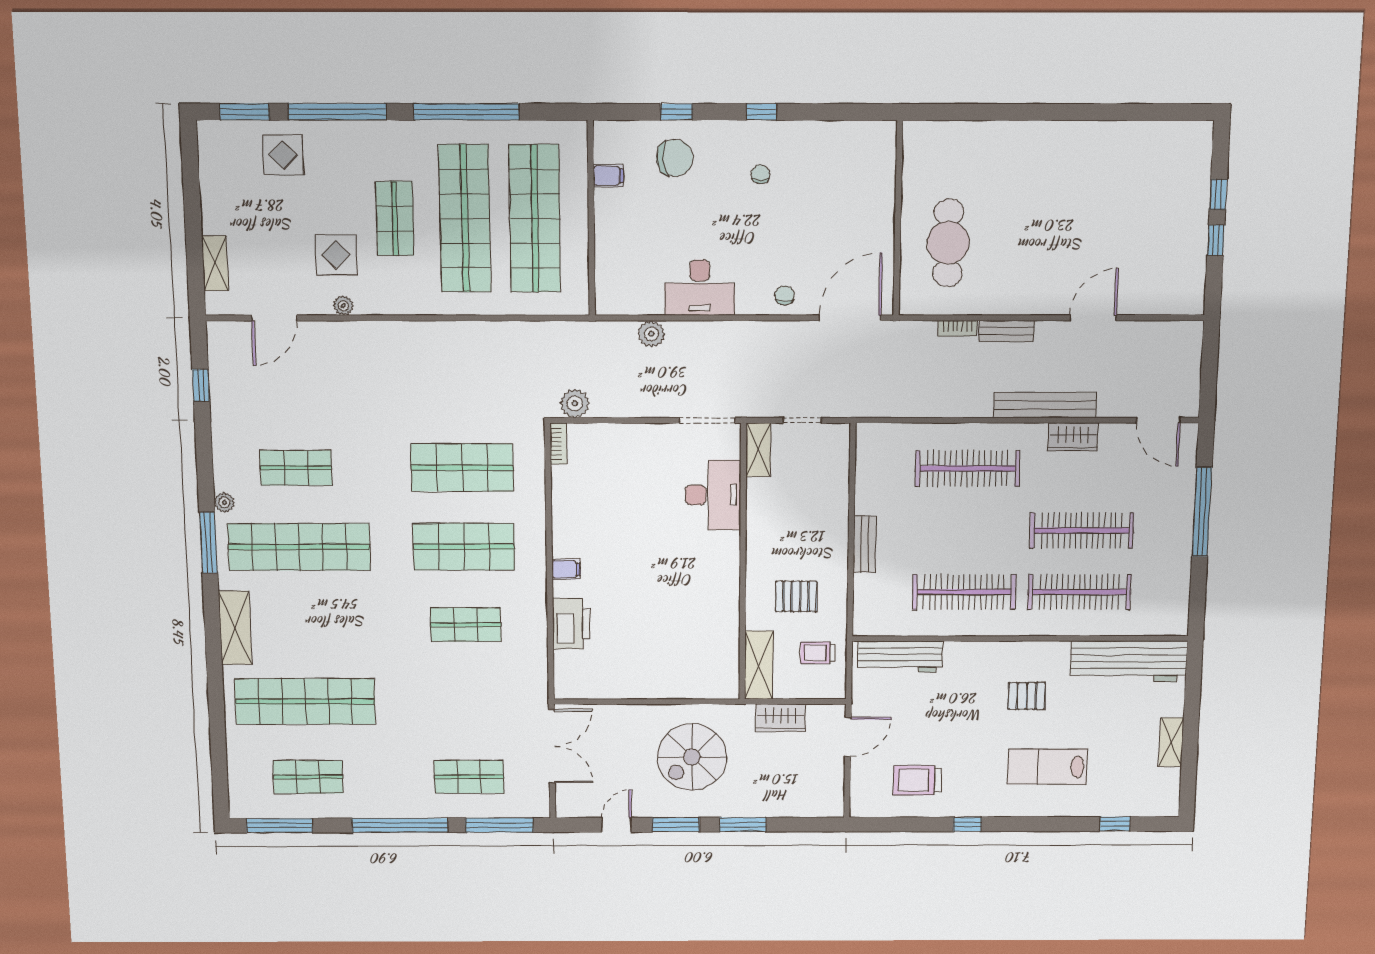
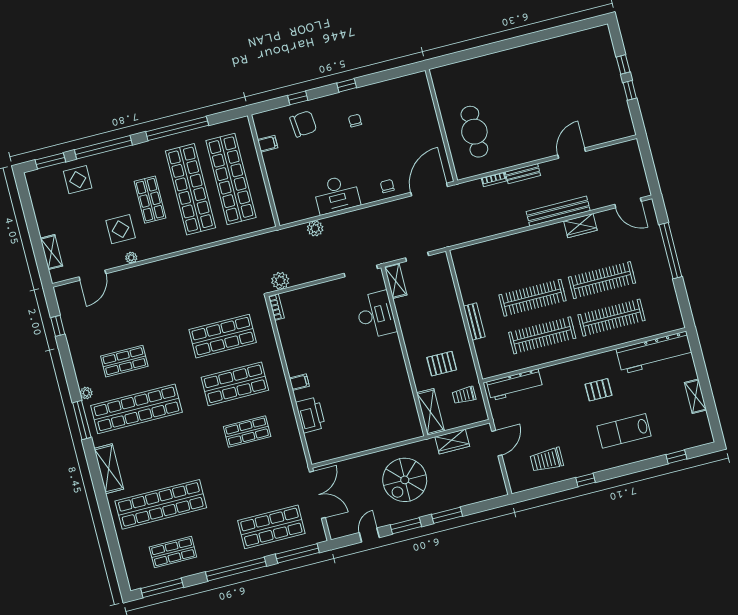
clothes rail: (967, 468) -> (533, 298), moved
shop shelf: (469, 777) -> (271, 527), width x1.43, depth x1.36

